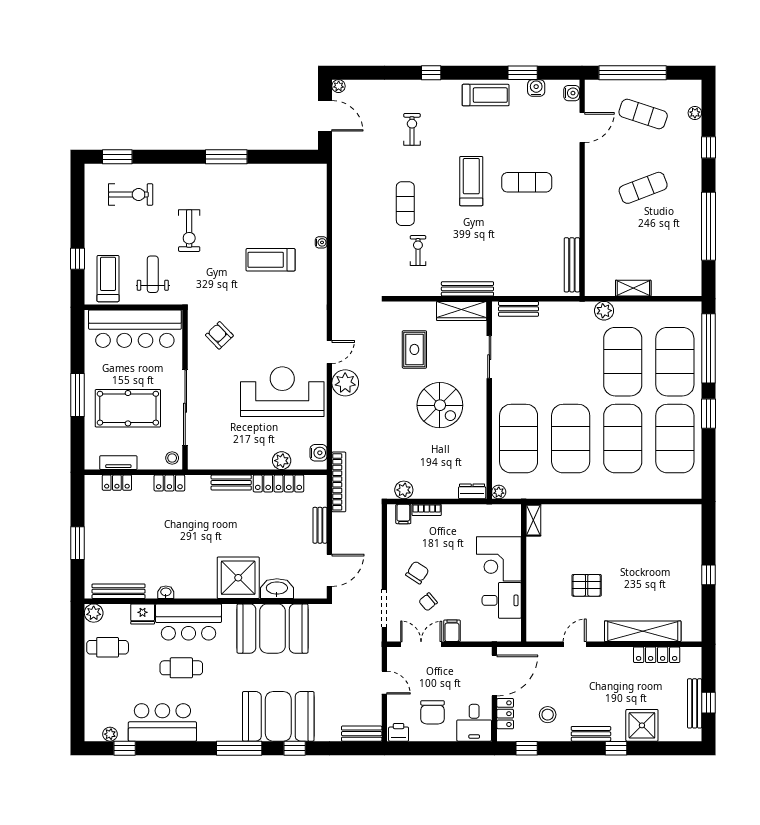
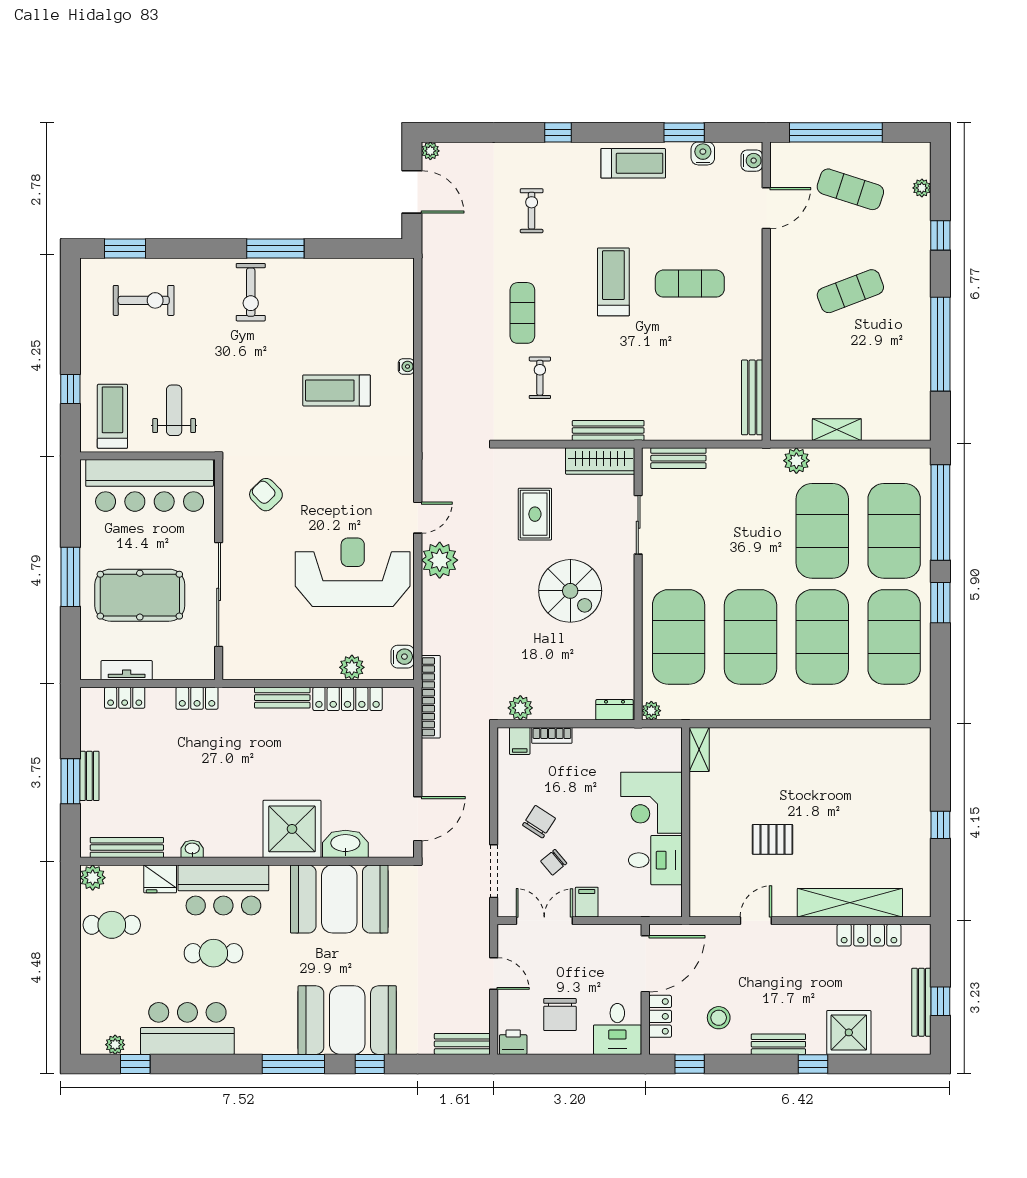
exercise bike: (189, 231) -> (251, 292), moved
stool: (172, 458) -> (201, 664), removed
bench: (320, 525) -> (89, 776), moved

